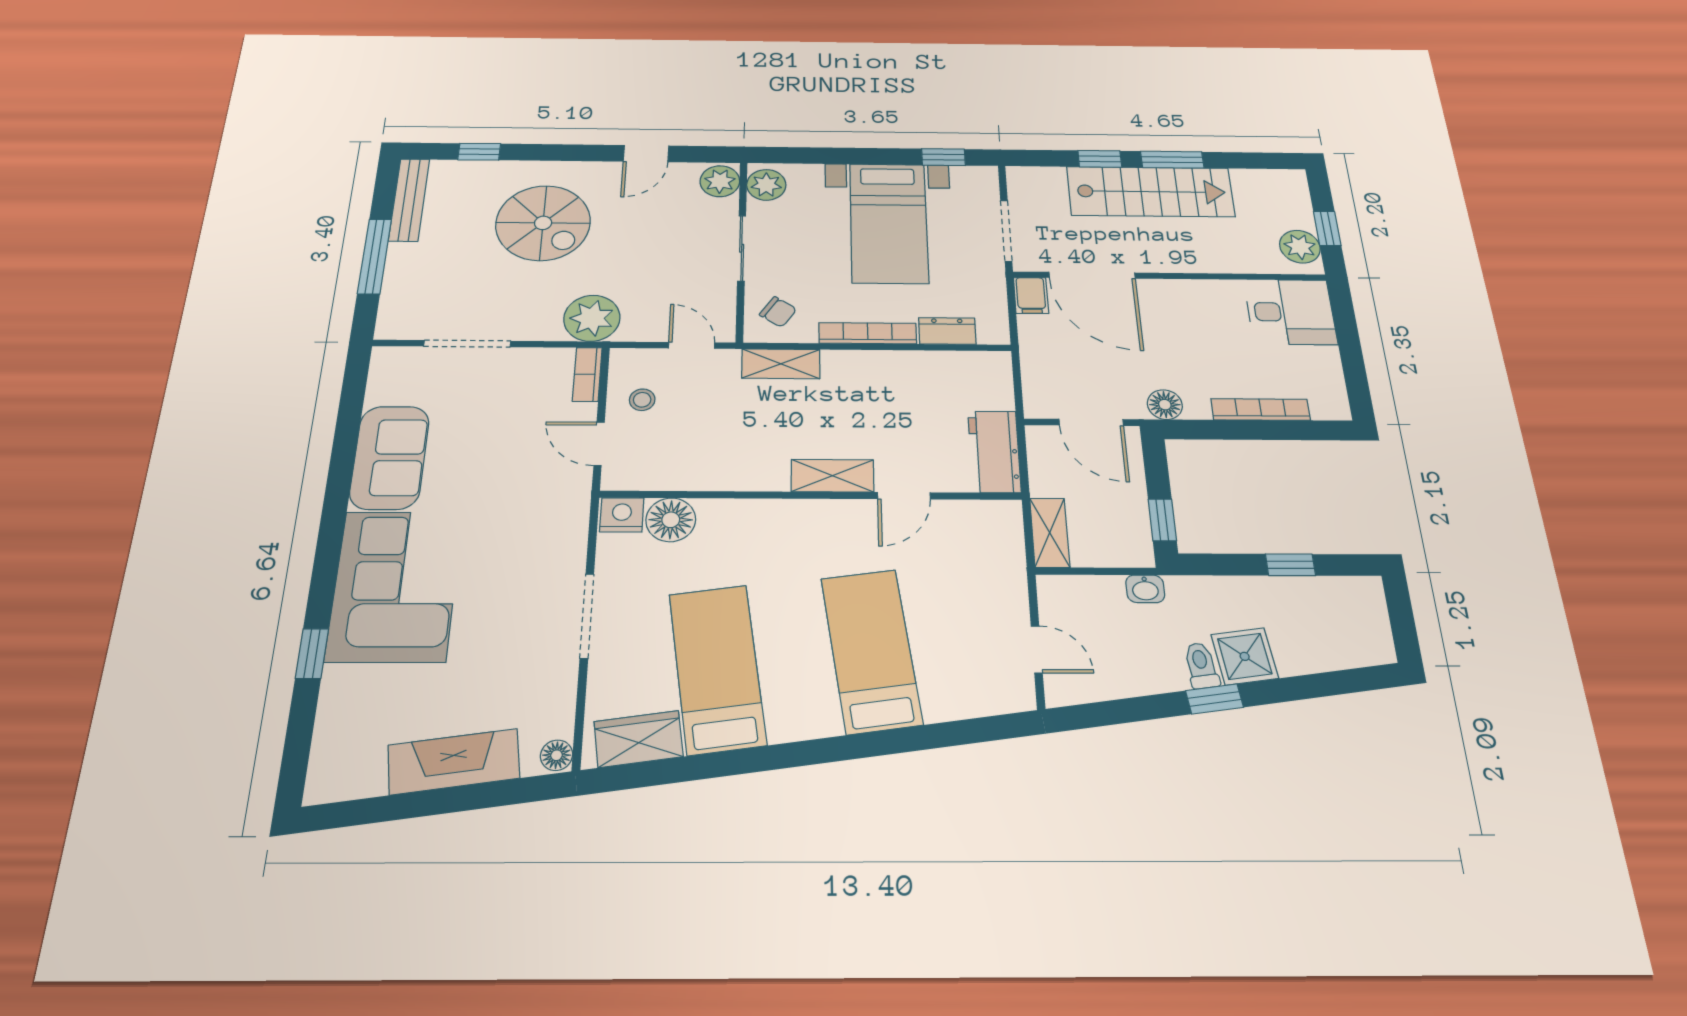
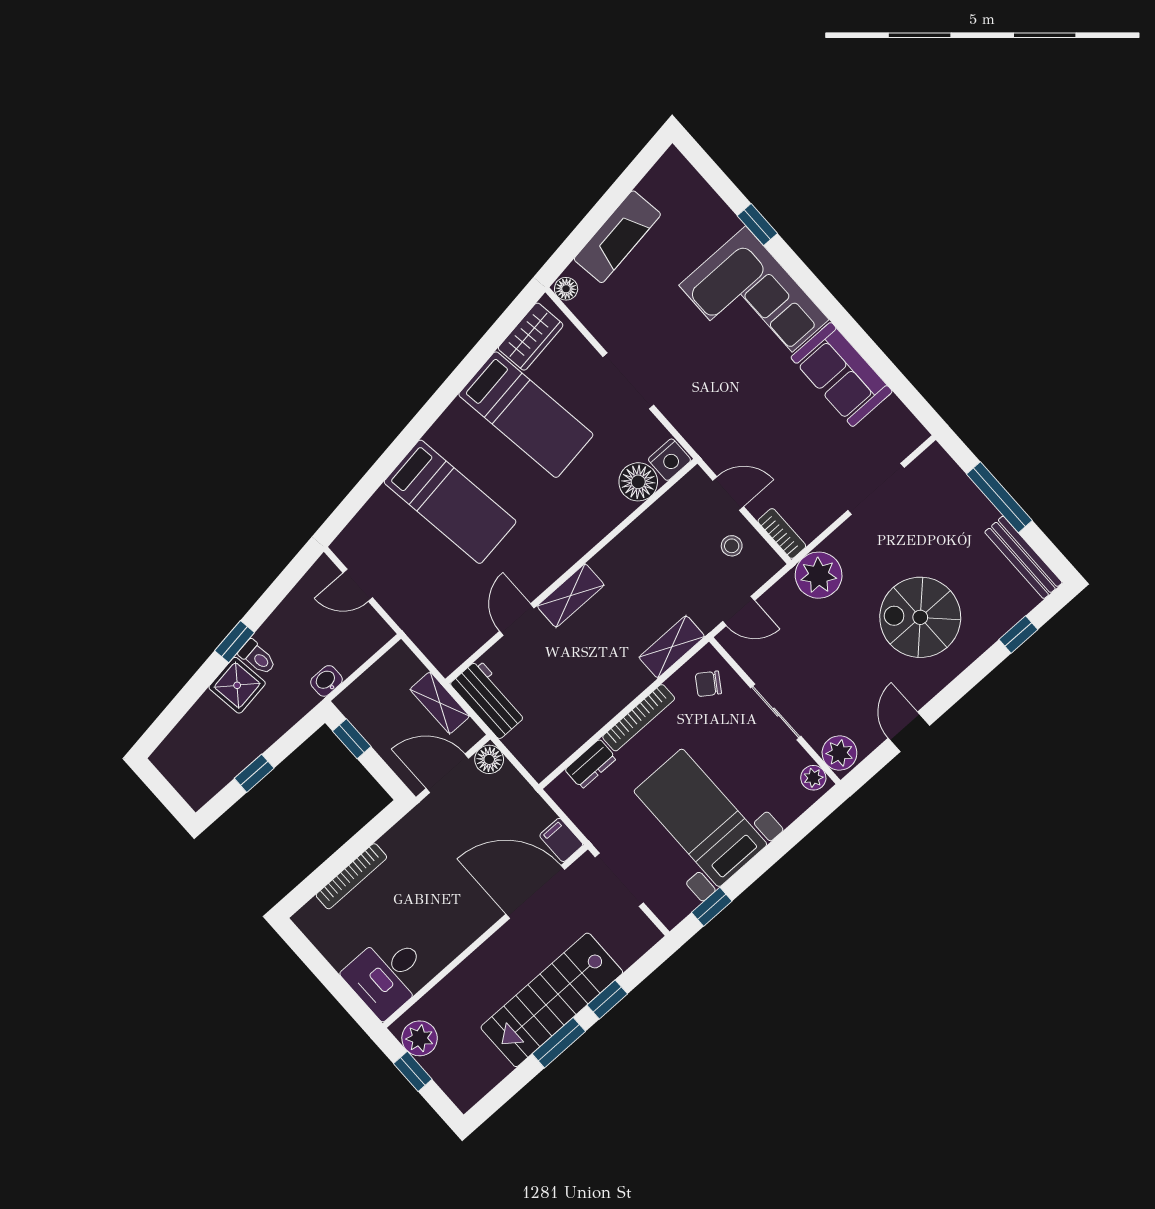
plant: (766, 185) -> (813, 778), width x0.73, depth x0.73
floor lamp: (1165, 405) -> (489, 759), moved
shelving: (1050, 533) -> (440, 703), moved

